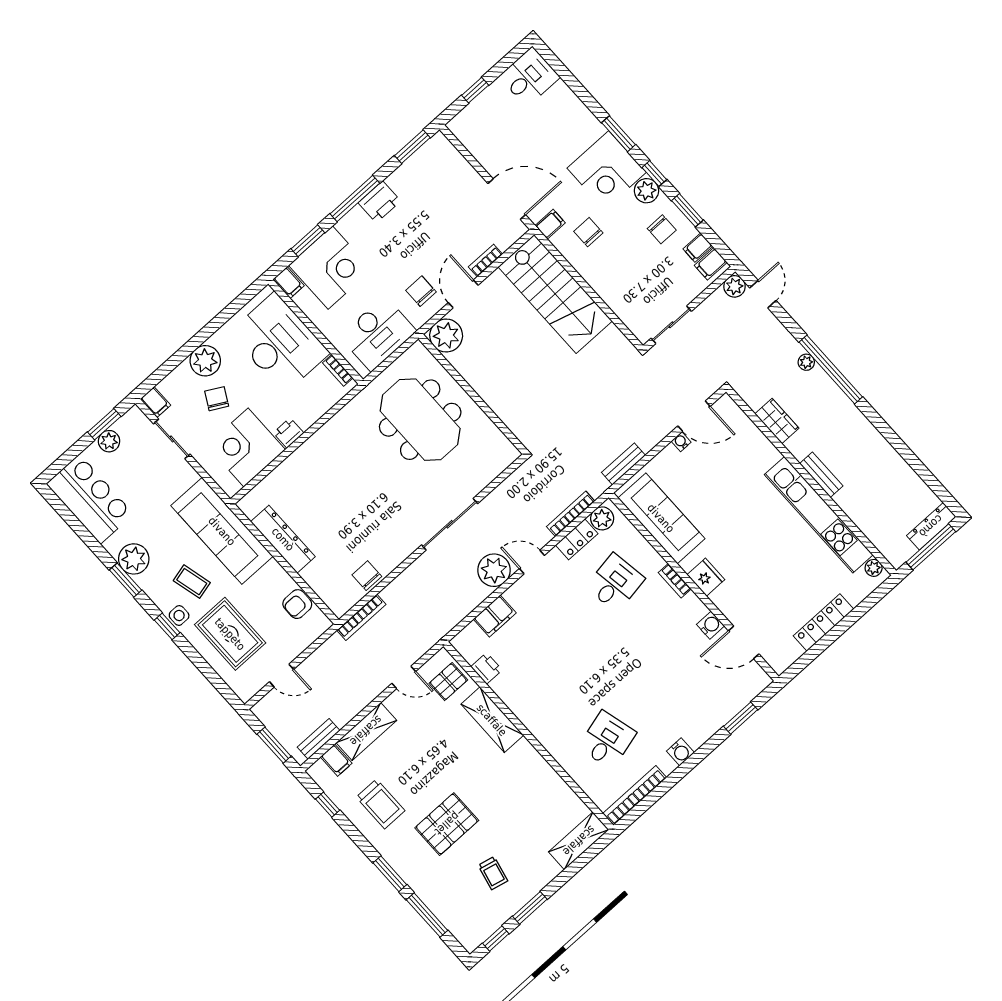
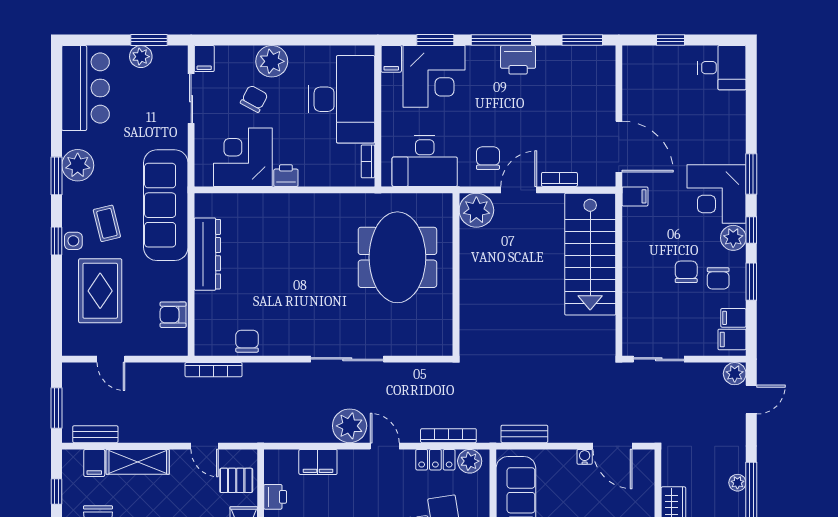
chair: (588, 232) -> (686, 272), moved

